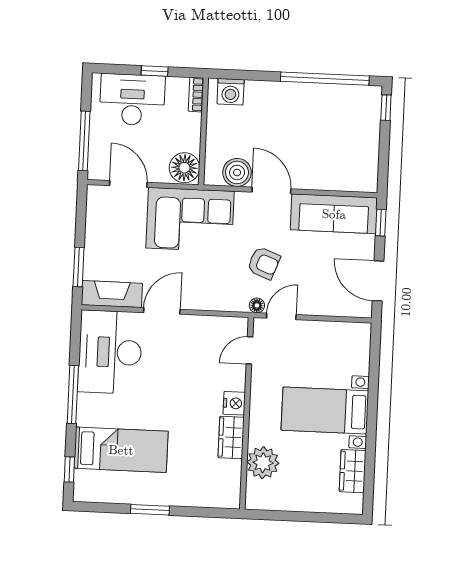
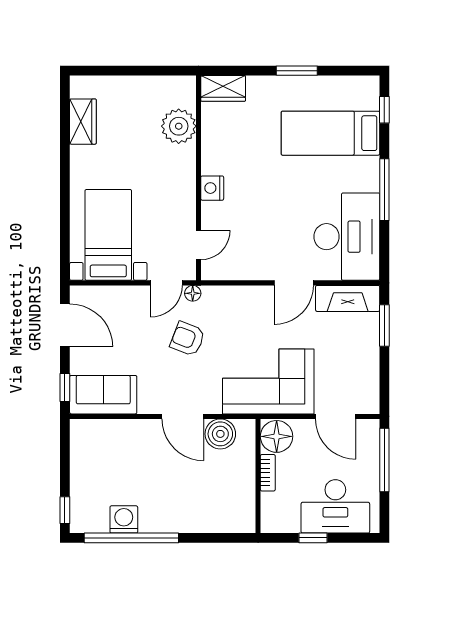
washing machine: (231, 92) -> (124, 519), moved
bookcase: (196, 95) -> (268, 473), moved
sofa: (334, 214) -> (103, 395), width x0.73
bed with nightstands: (325, 411) -> (108, 235), moved, turned -90
wardrobe: (231, 437) -> (223, 88), moved, turned 90

